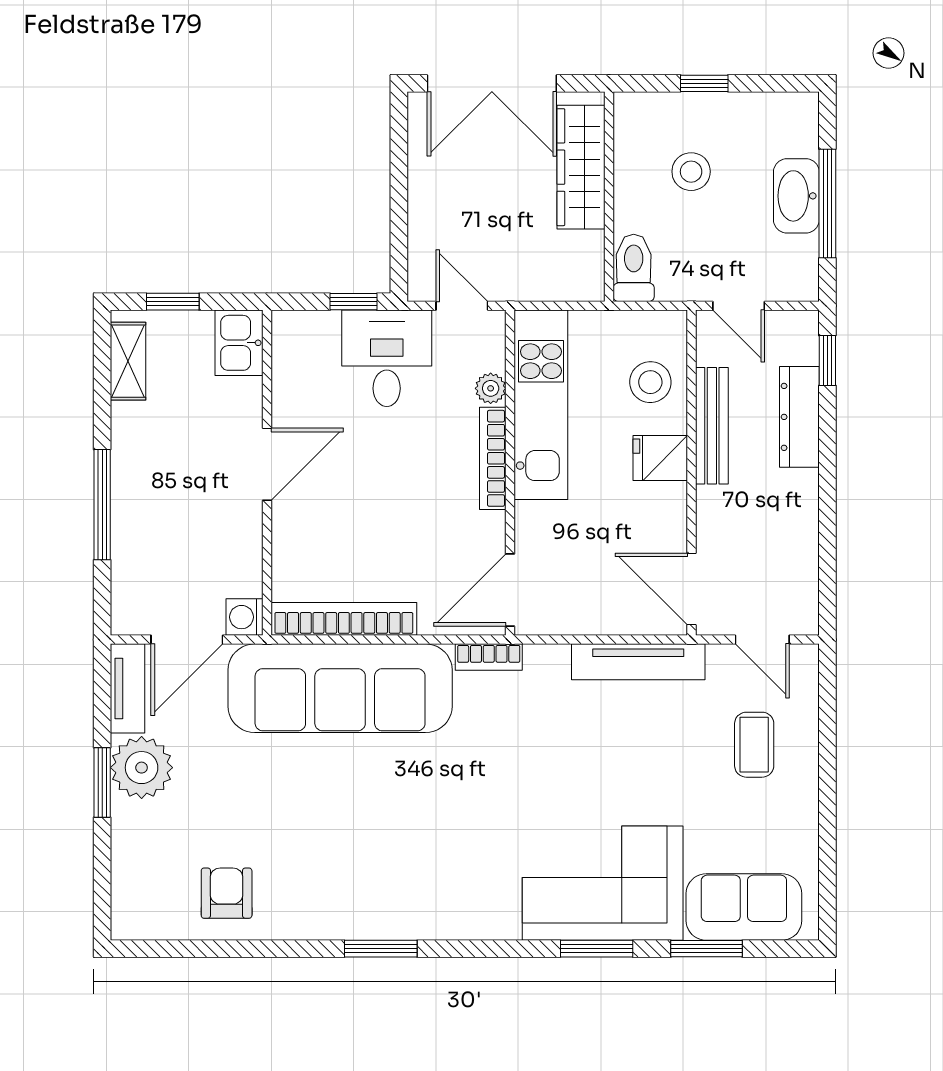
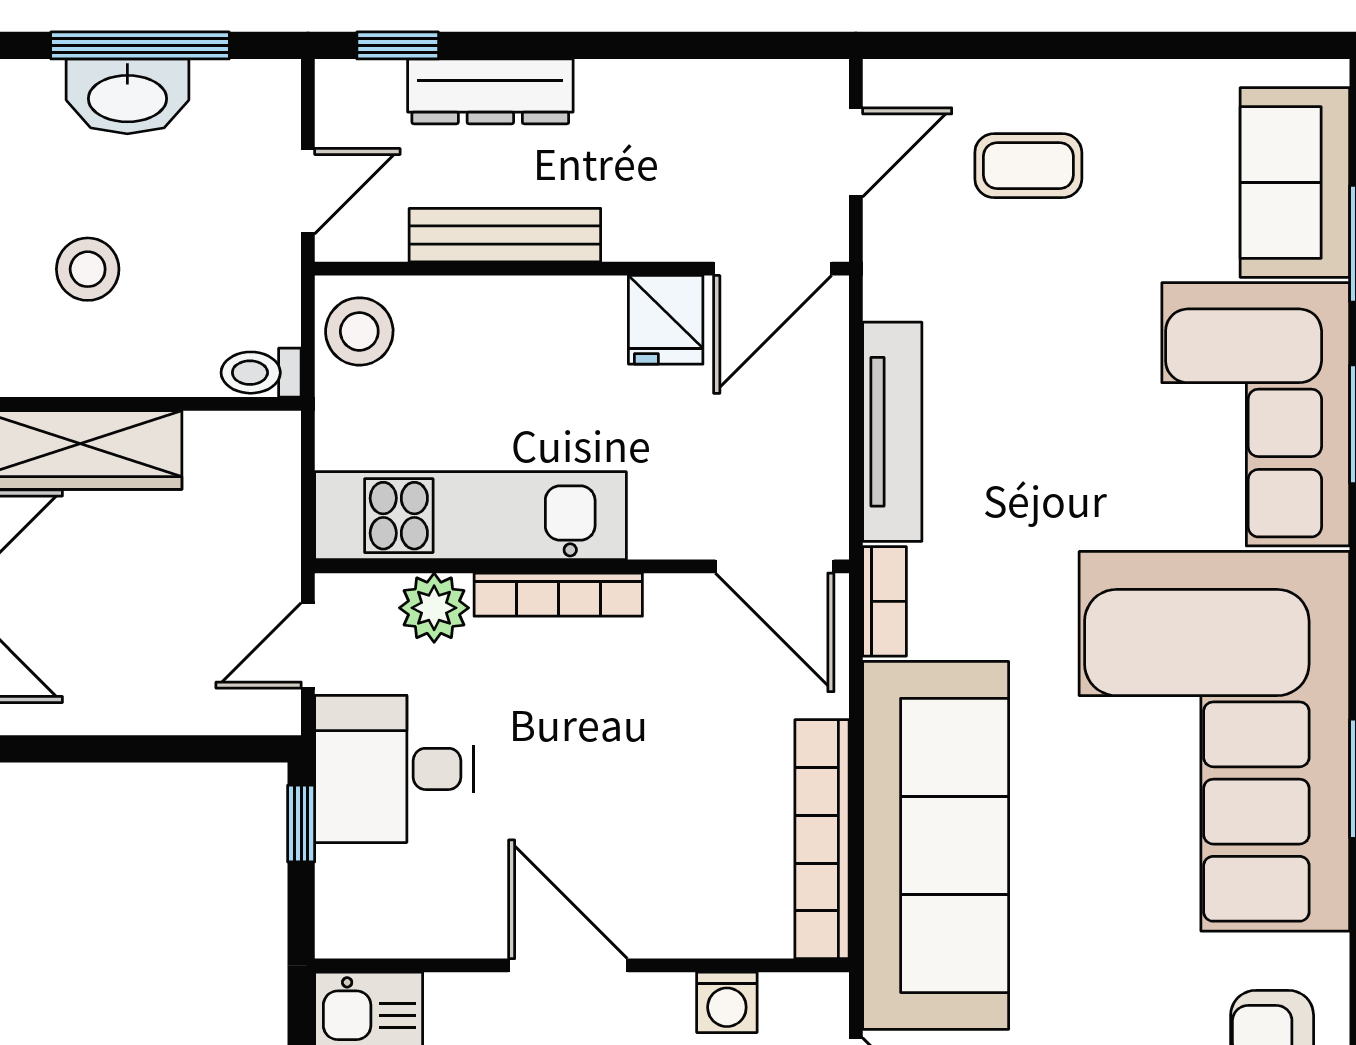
toilet: (634, 268) -> (261, 373), width x0.73, depth x0.72
stool: (650, 382) -> (359, 331), moved
plant: (491, 388) -> (434, 608), width x1.38, depth x1.38
fridge: (660, 458) -> (666, 320), moved
washing machine: (244, 617) -> (727, 1002), moved
tv unit: (638, 662) -> (892, 432), moved
corner sofa: (404, 858) -> (1214, 741), added

